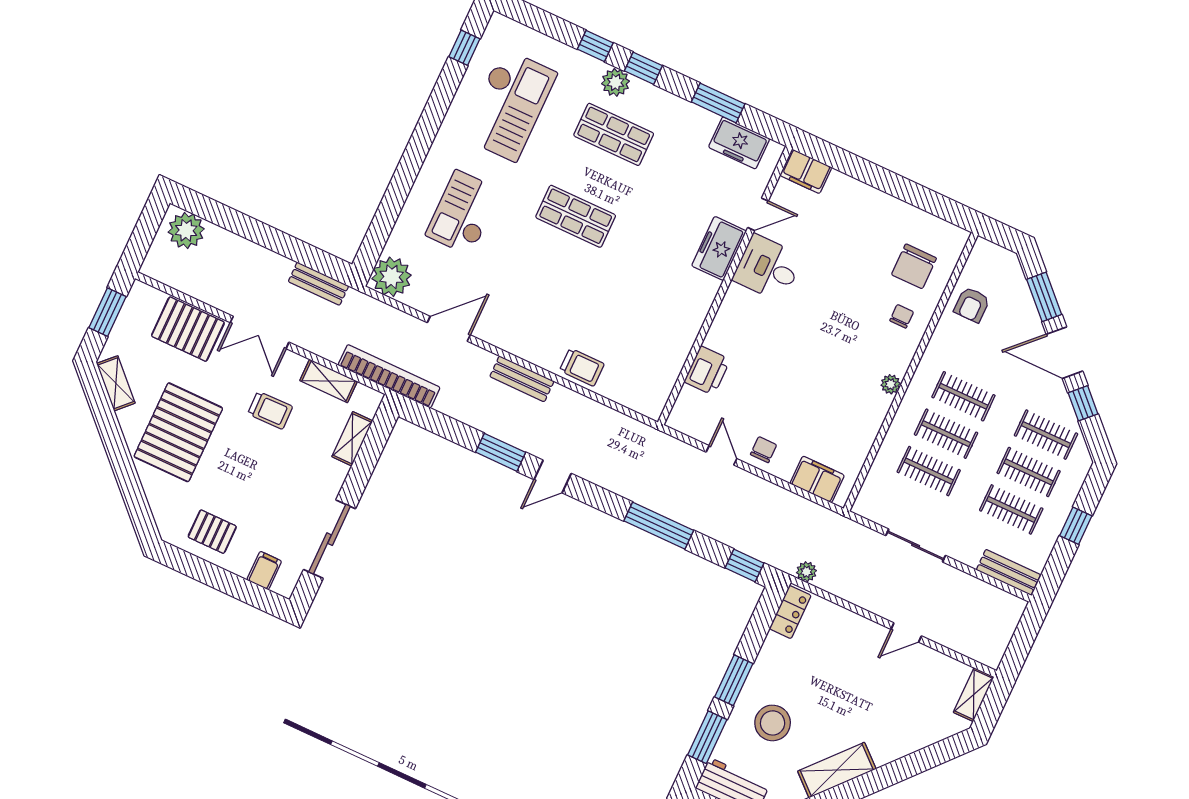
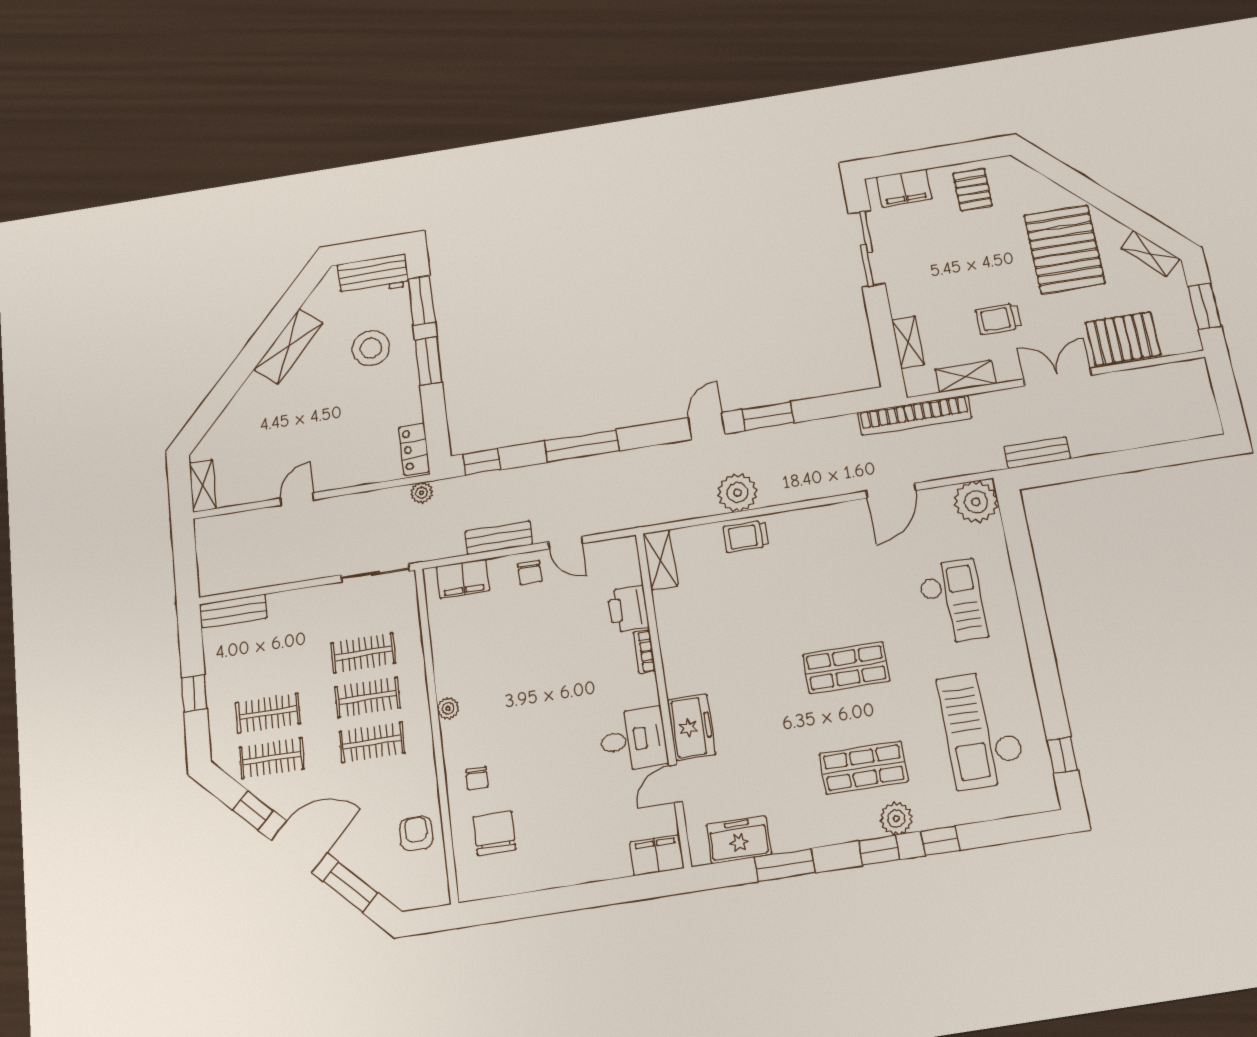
plant: (186, 230) -> (738, 493), moved
bookcase: (717, 329) -> (644, 652), added
bench: (522, 379) -> (499, 538), moved
shelving: (658, 393) -> (660, 560), added
clothes rail: (1011, 509) -> (264, 669), removed
pallet: (212, 532) -> (973, 190), turned 90
sliding door: (916, 545) -> (375, 573), moved
filing cabinet: (264, 571) -> (904, 188), width x2.00

